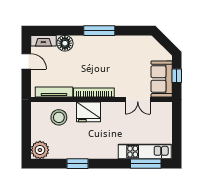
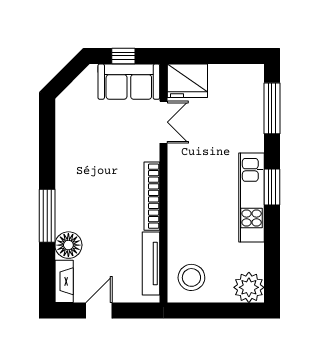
window: (99, 31) -> (47, 216), moved
fridge: (88, 112) -> (187, 81), moved, turned 90
stool: (59, 117) -> (191, 277), moved
kitchen unit: (145, 152) -> (252, 197), moved
window: (77, 164) -> (272, 187), moved

